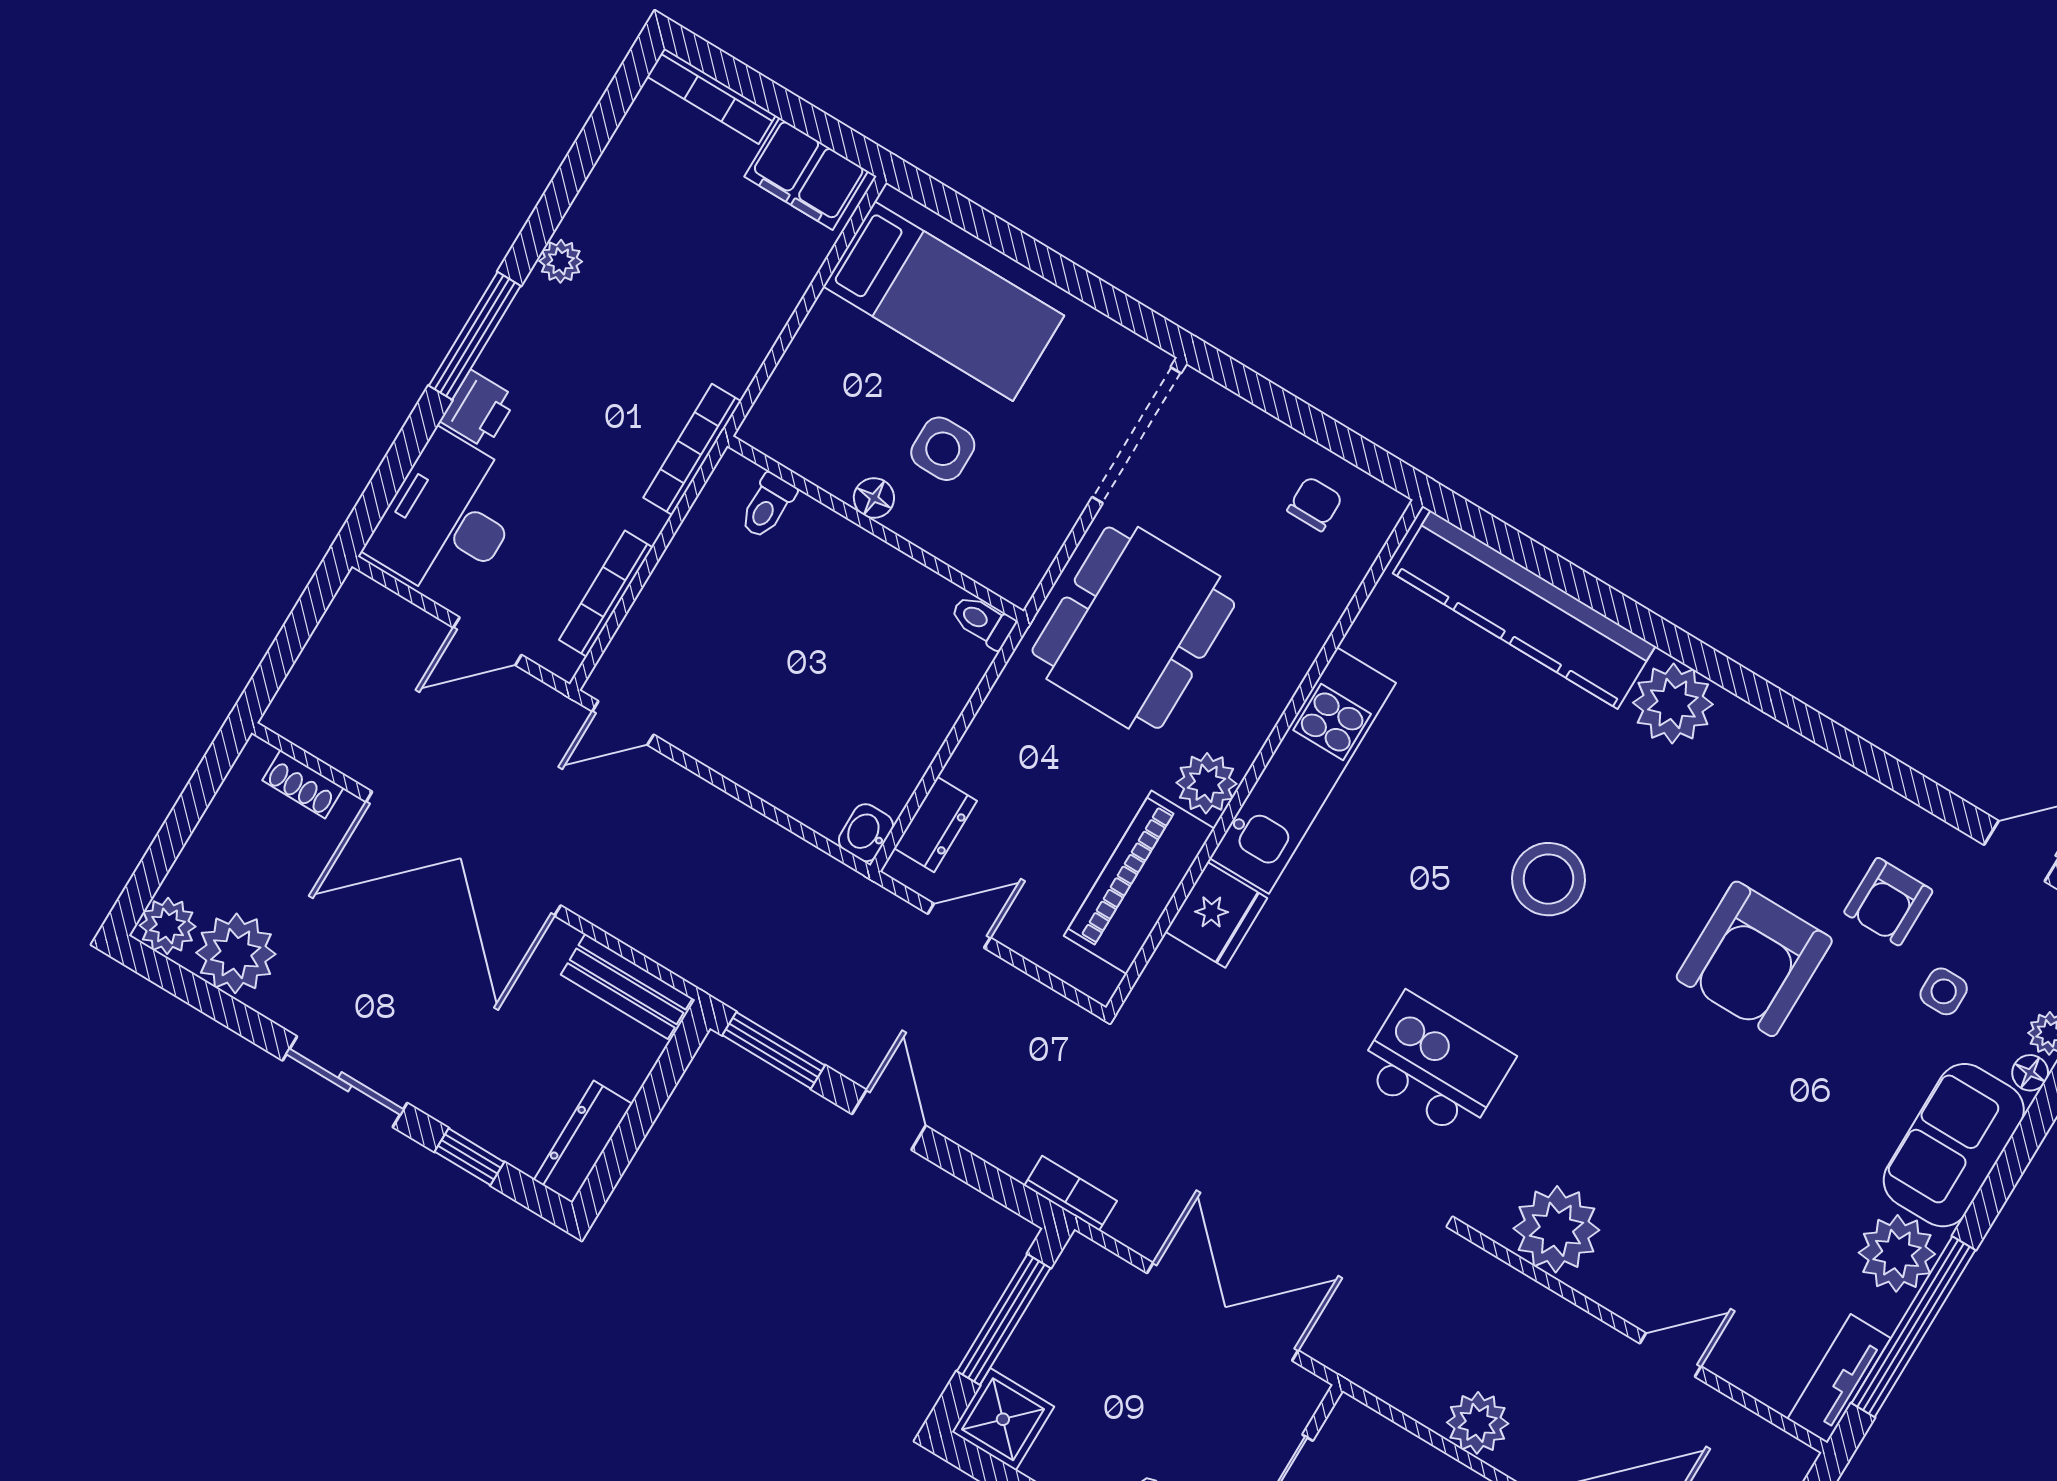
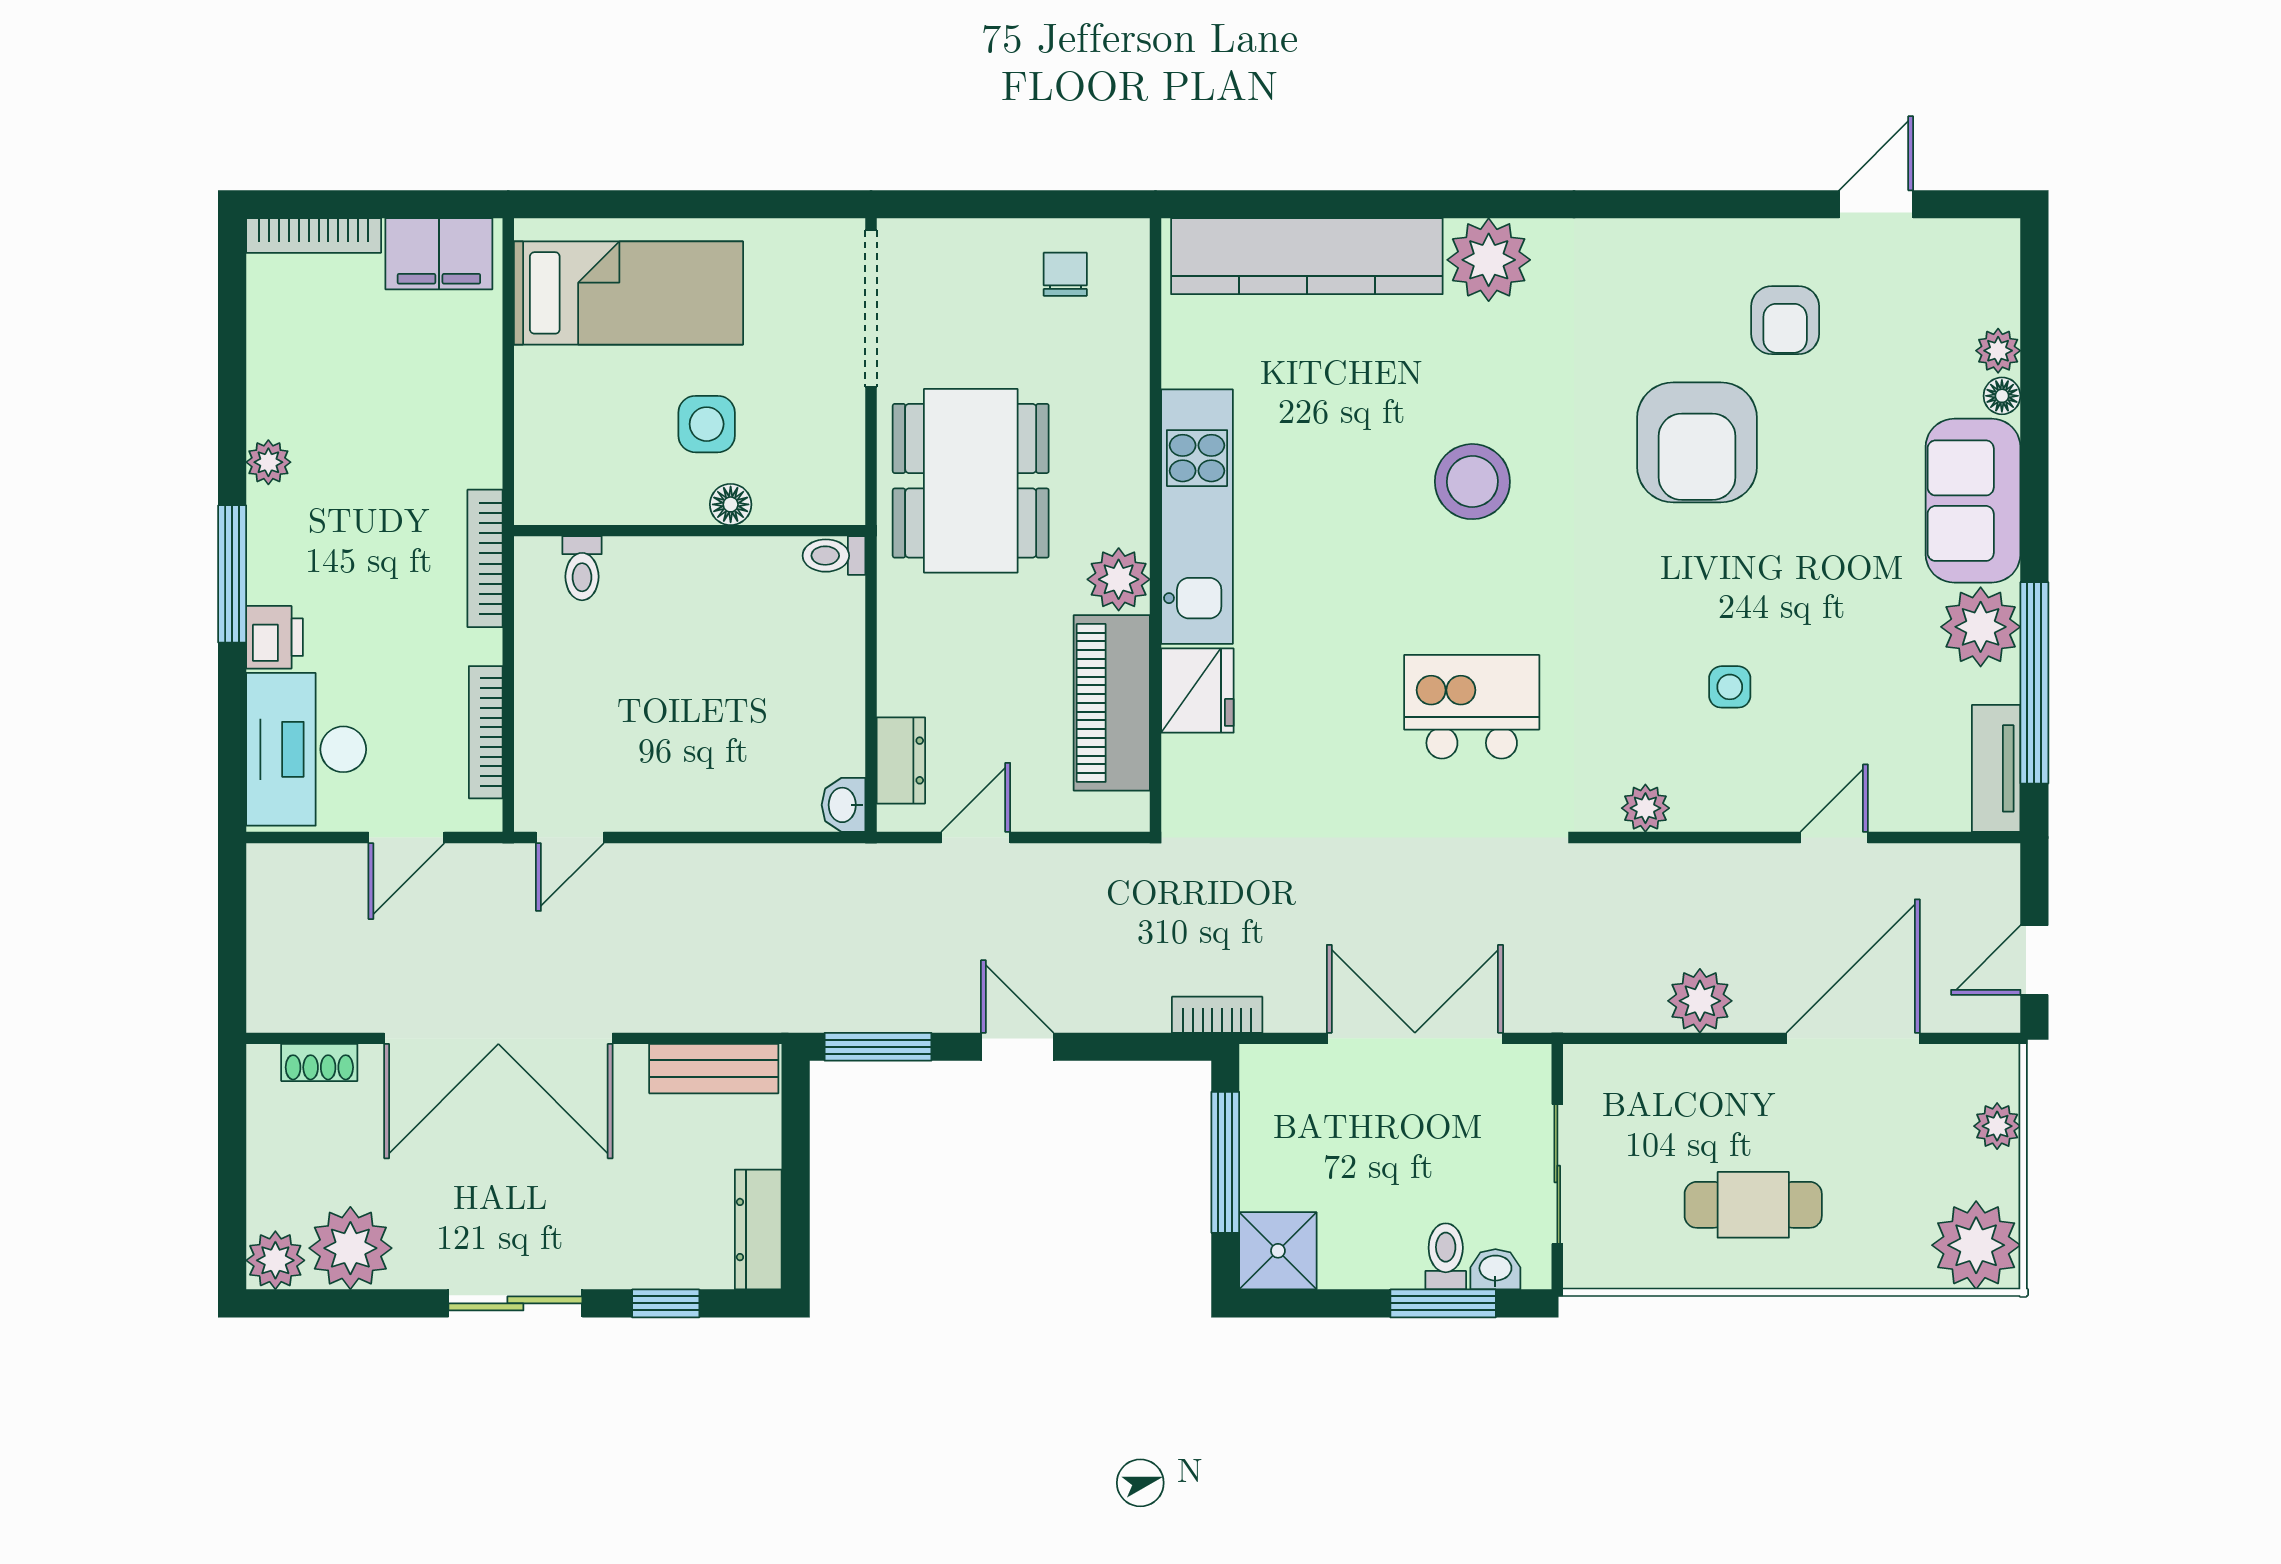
floor lamp: (874, 498) -> (731, 504), moved
side table: (1944, 991) -> (1730, 687), moved
plant: (1556, 1229) -> (1645, 808), width x0.53, depth x0.53

